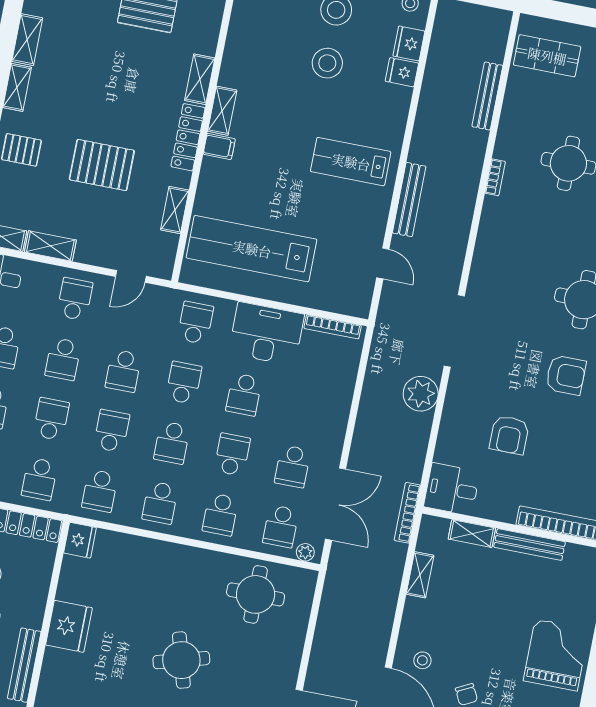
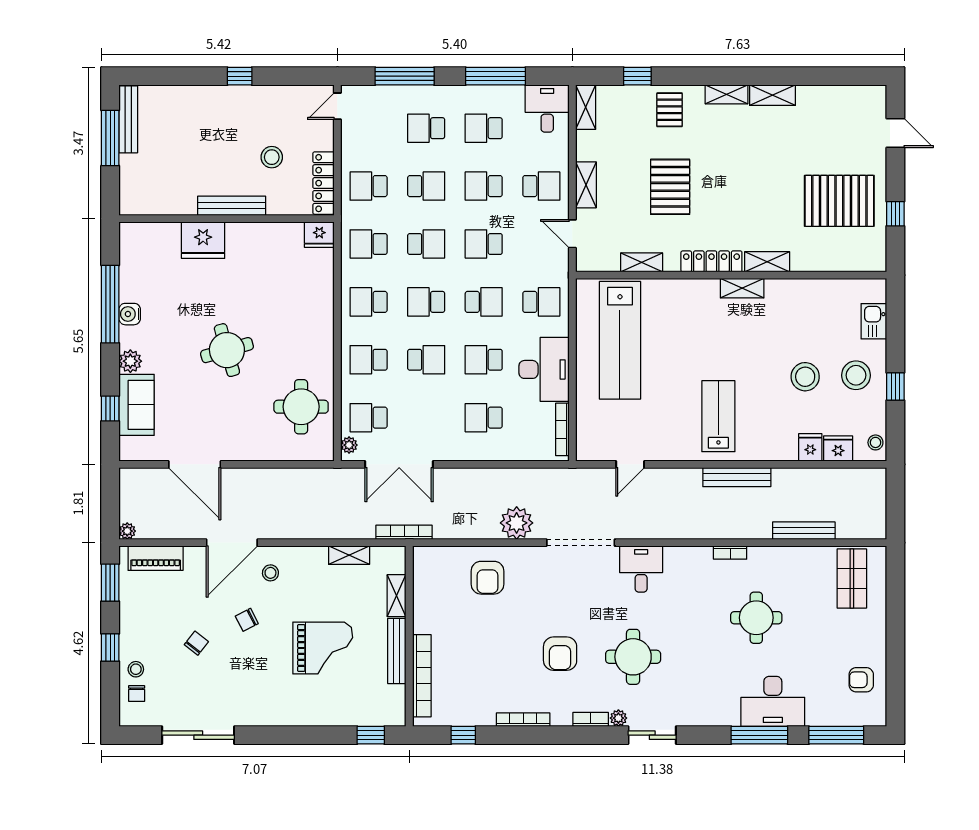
filing cabinet: (219, 146) -> (708, 292), removed
bench: (409, 200) -> (737, 477), moved
shelving: (50, 246) -> (586, 185), moved
lab bench: (252, 249) -> (620, 340), turned 180
armchair: (509, 435) -> (488, 578), moved, turned -90
school desk: (292, 466) -> (484, 418), moved
desk: (452, 489) -> (641, 569), moved
fridge: (69, 626) -> (203, 240), moved
grand piano: (556, 655) -> (323, 648), moved
bench: (24, 665) -> (232, 206), moved

